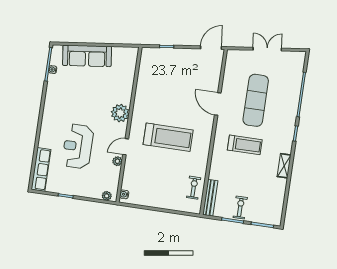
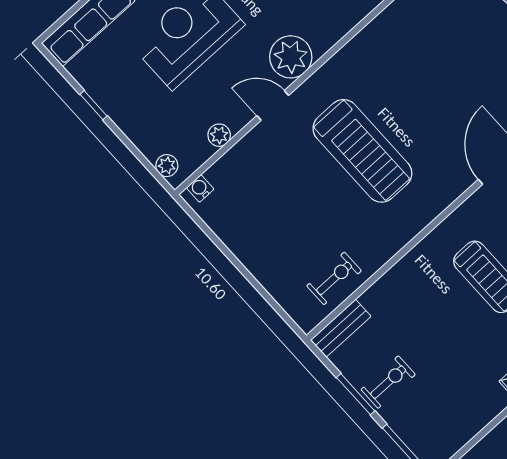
plant: (120, 113) -> (291, 57), moved
plant: (117, 161) -> (219, 135), moved
bench: (210, 198) -> (341, 328), width x0.73

